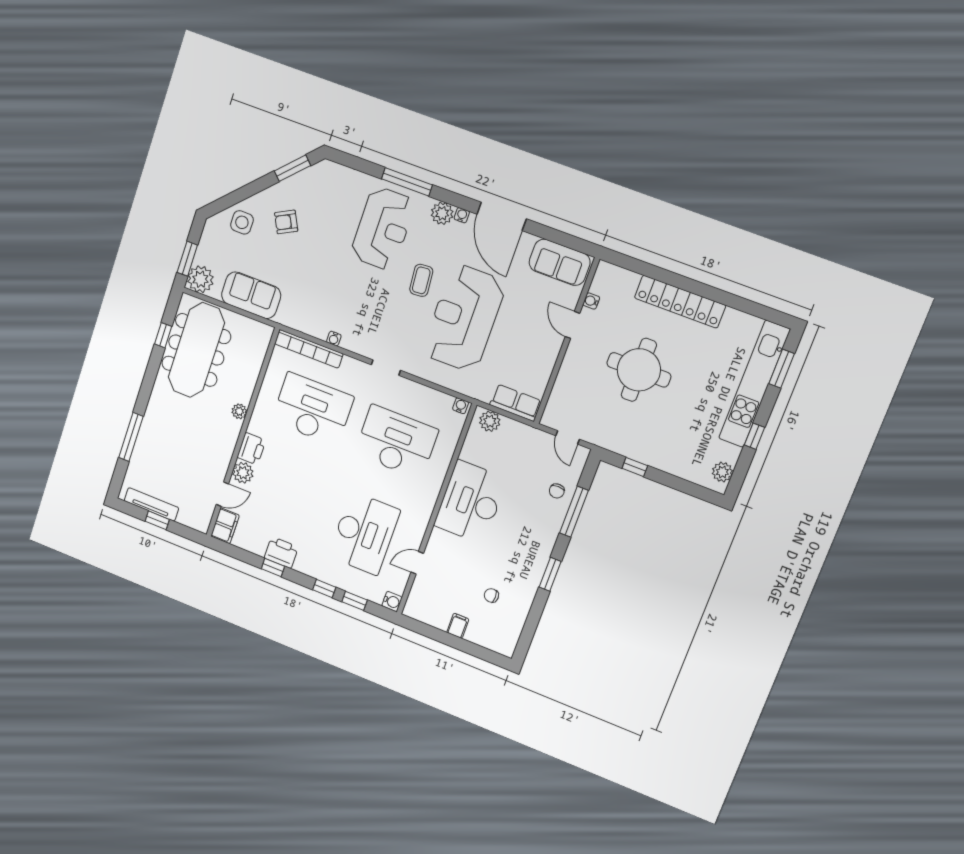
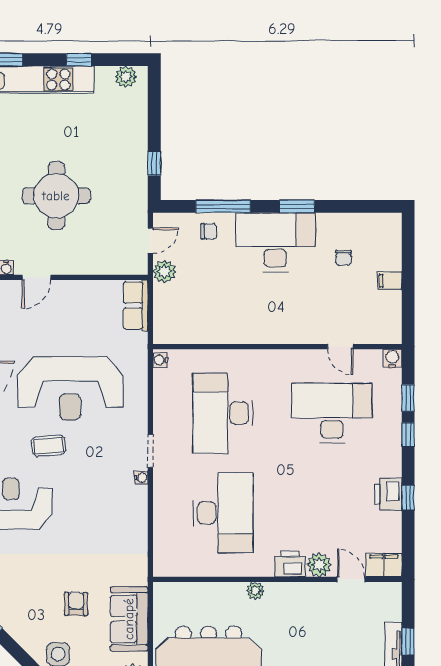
armchair: (286, 222) -> (76, 604), moved, turned -153
water cooler: (334, 339) -> (141, 478), moved
bookcase: (309, 349) -> (162, 539), removed
desk: (313, 409) -> (223, 513), turned 180
plant: (490, 421) -> (164, 271), moved
desk: (470, 502) -> (275, 242), moved, turned 180

